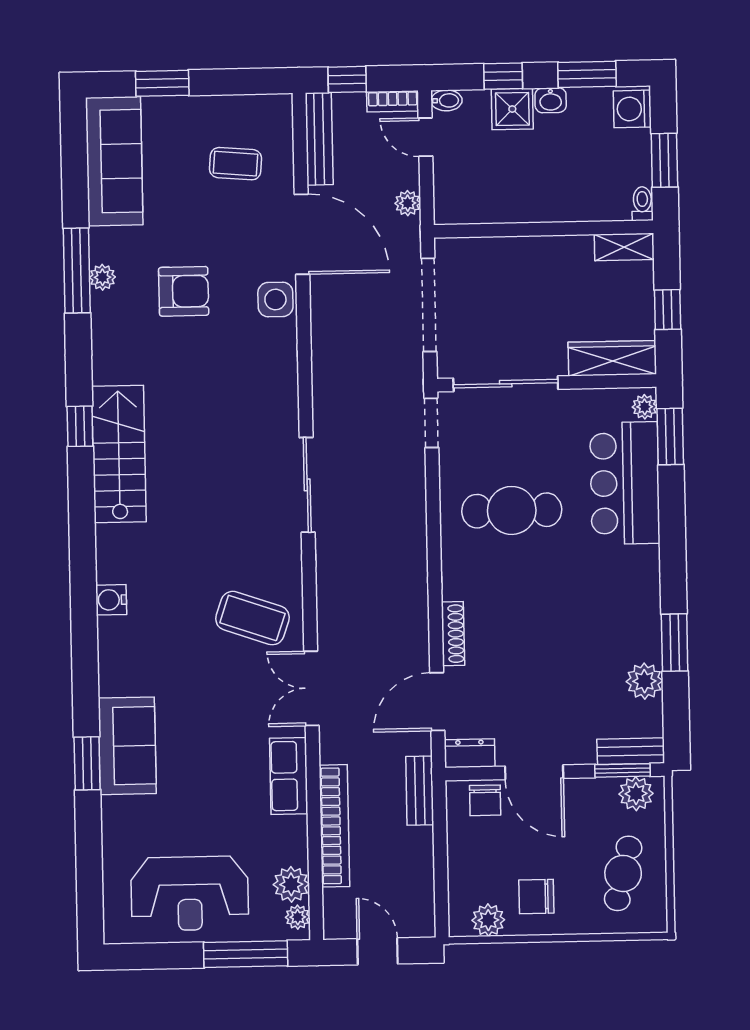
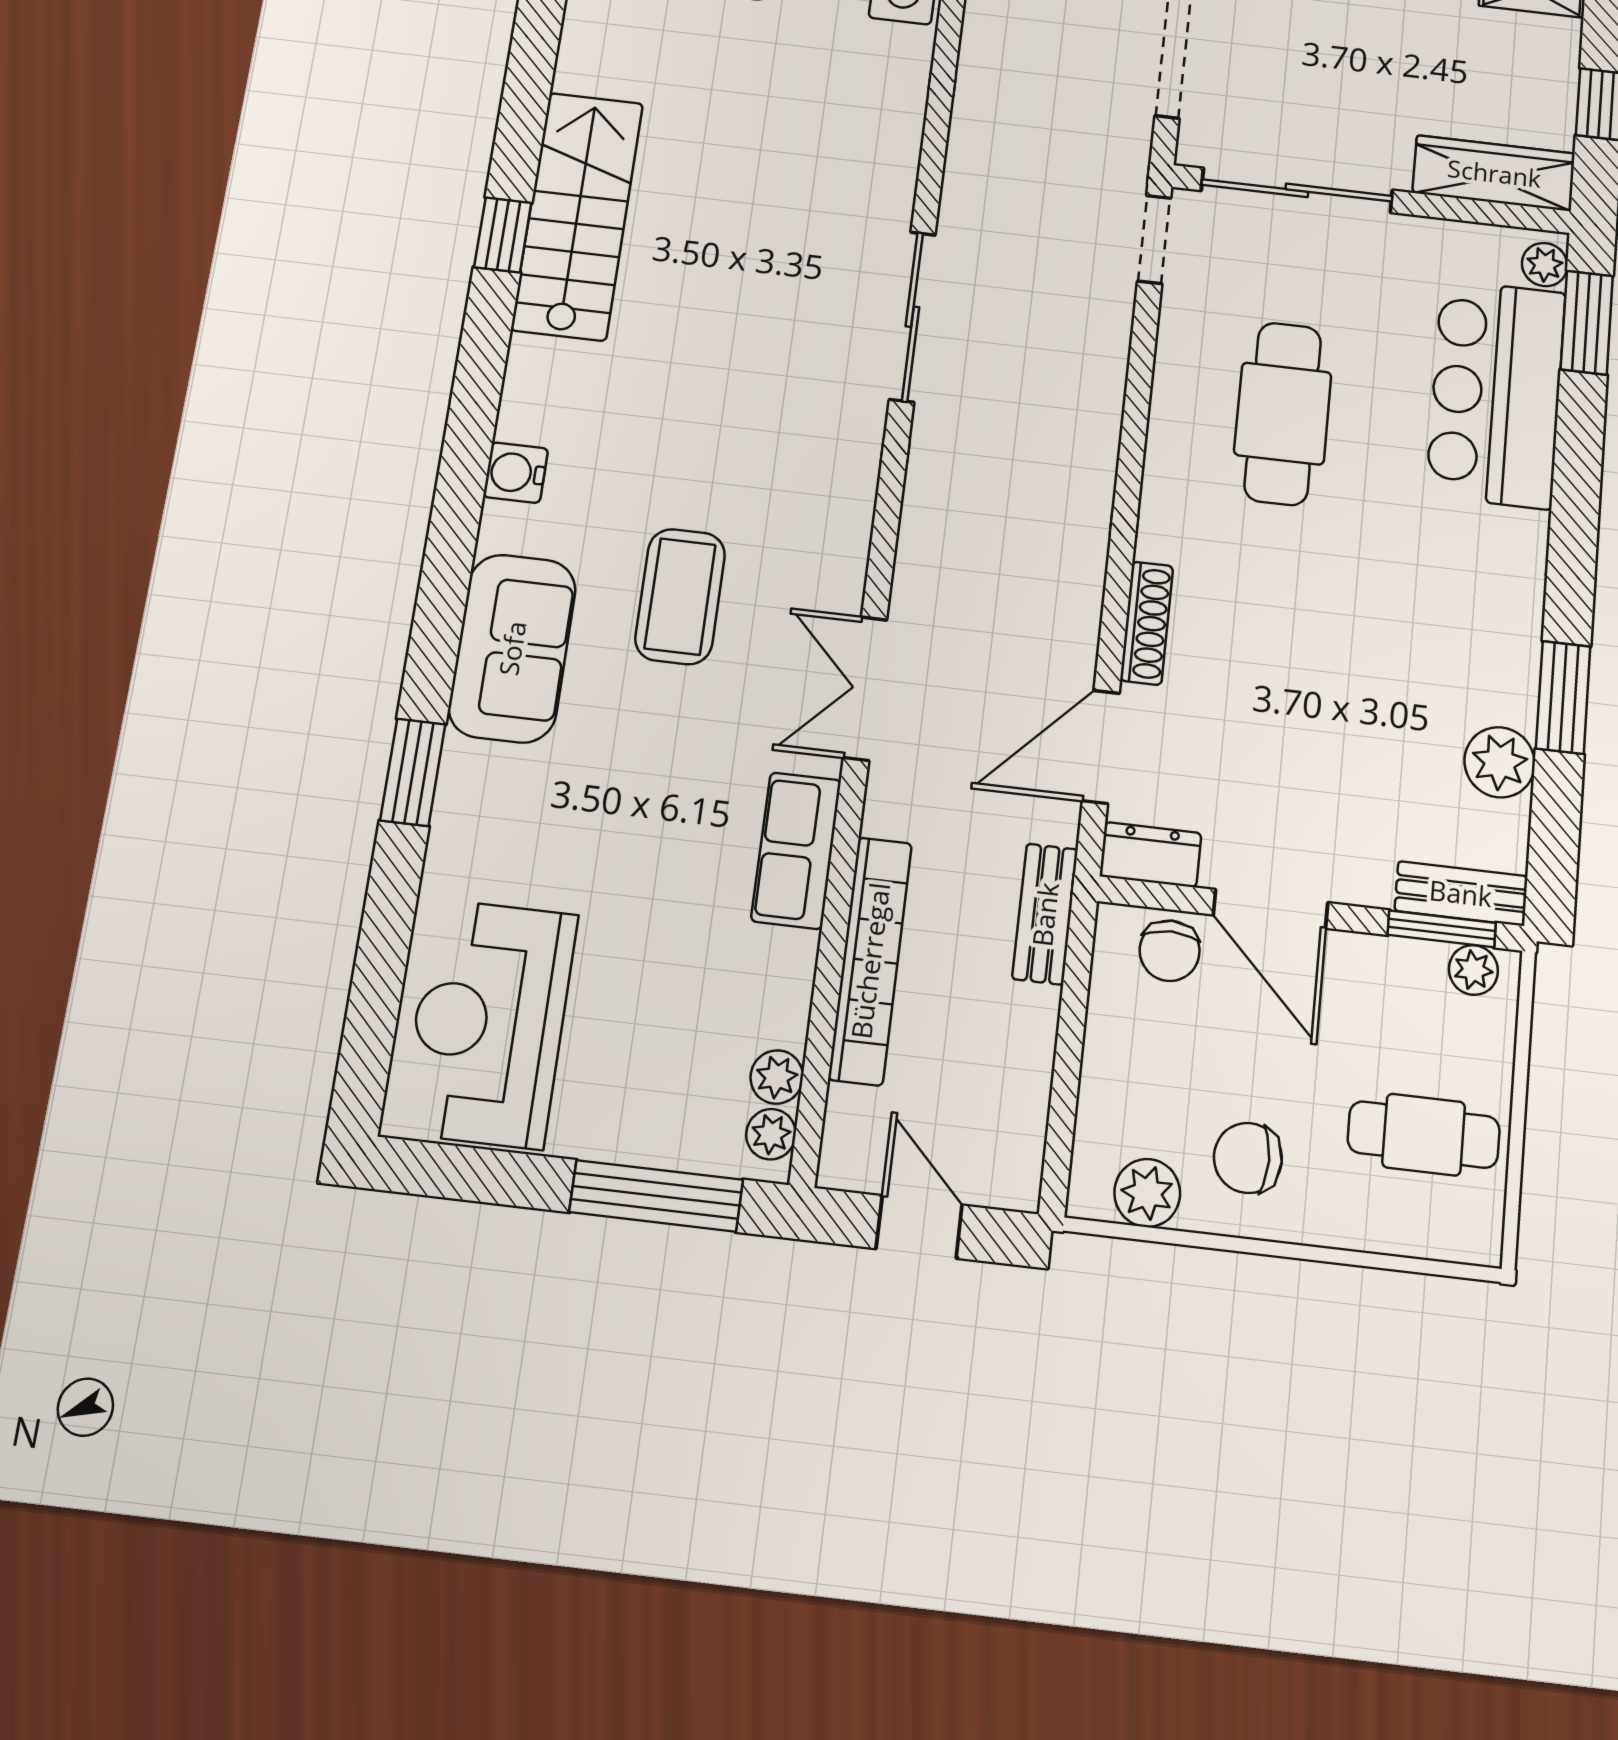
window: (80, 426) -> (503, 235), moved
cafe table: (512, 510) -> (1283, 414), turned 90
coffee table: (252, 618) -> (680, 596), moved, turned 71
sofa: (127, 746) -> (512, 648), moved
plant: (636, 794) -> (1473, 970), width x0.73, depth x0.73
cafe table: (623, 873) -> (1424, 1135), turned 76
plant: (291, 884) -> (777, 1077), width x0.73, depth x0.73
reception desk: (190, 893) -> (489, 1023), moved, turned 90

